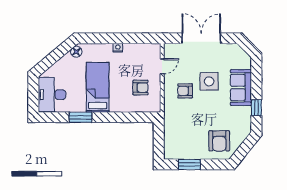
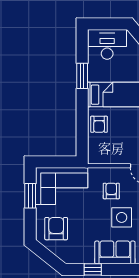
armchair: (140, 88) -> (99, 124), moved
corner sofa: (181, 136) -> (62, 186), added
armchair: (219, 141) -> (56, 229), turned 90

